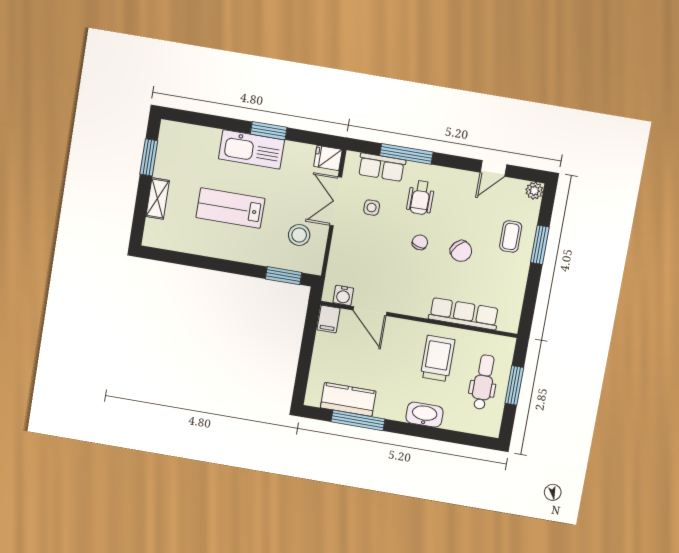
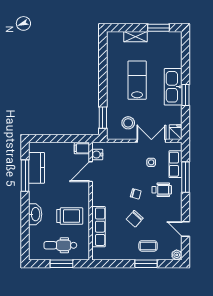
wheelchair: (421, 198) -> (162, 190), turned 180
dental chair: (483, 382) -> (60, 245), turned 180

